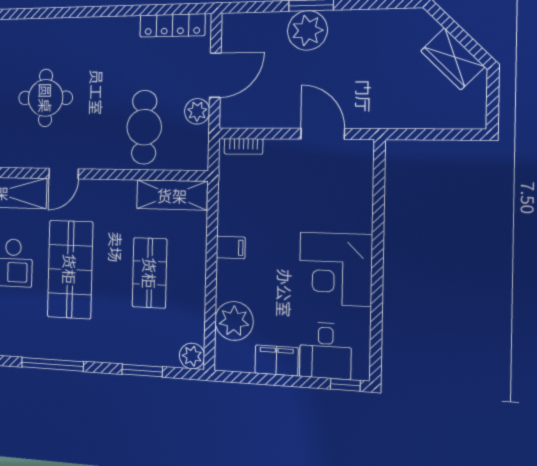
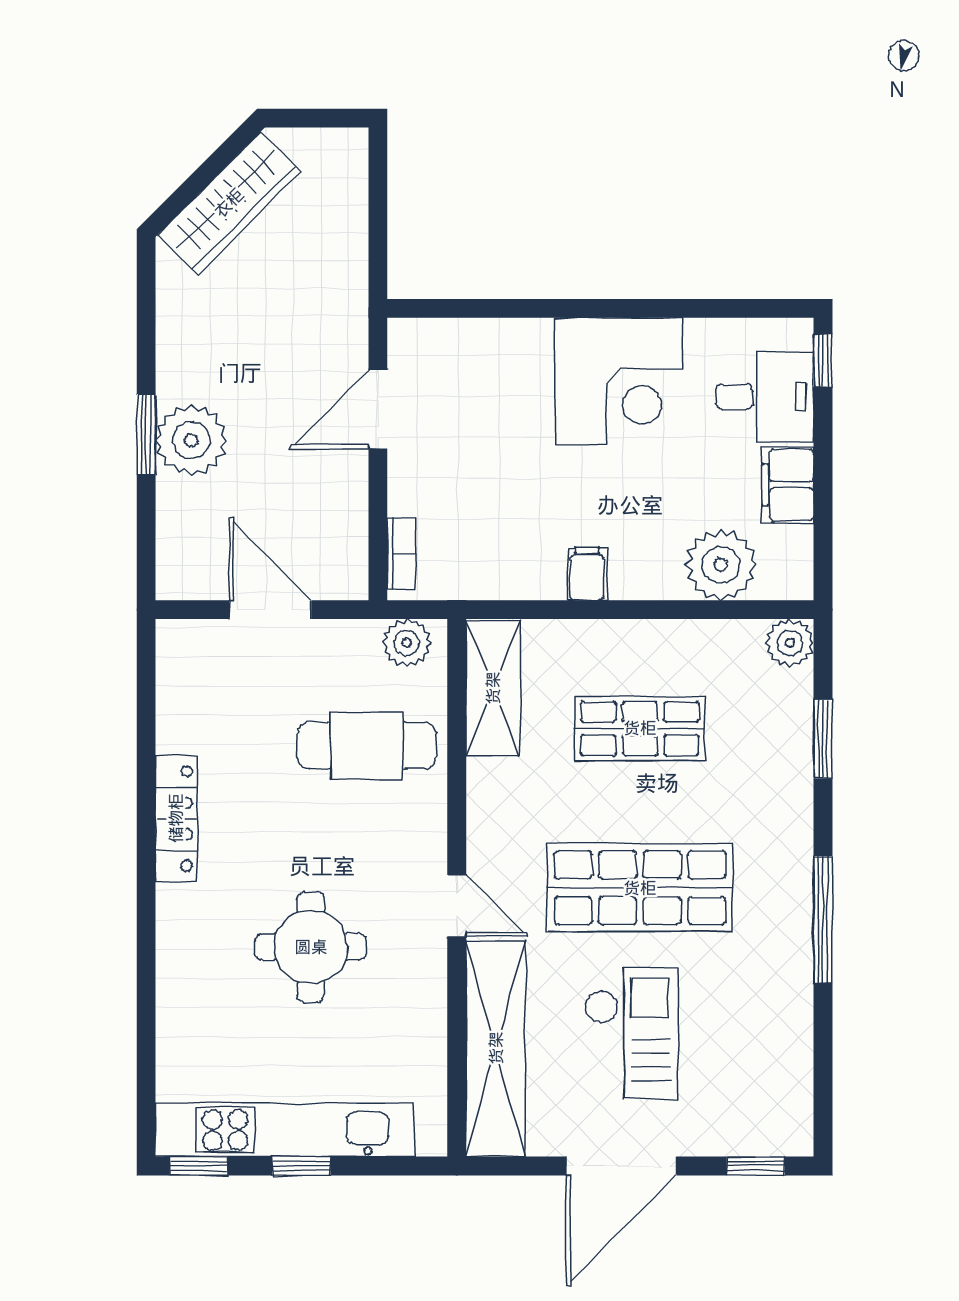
locker: (172, 25) -> (176, 818), moved
wardrobe: (453, 59) -> (229, 203), width x1.50
plant: (197, 111) -> (407, 643), moved

